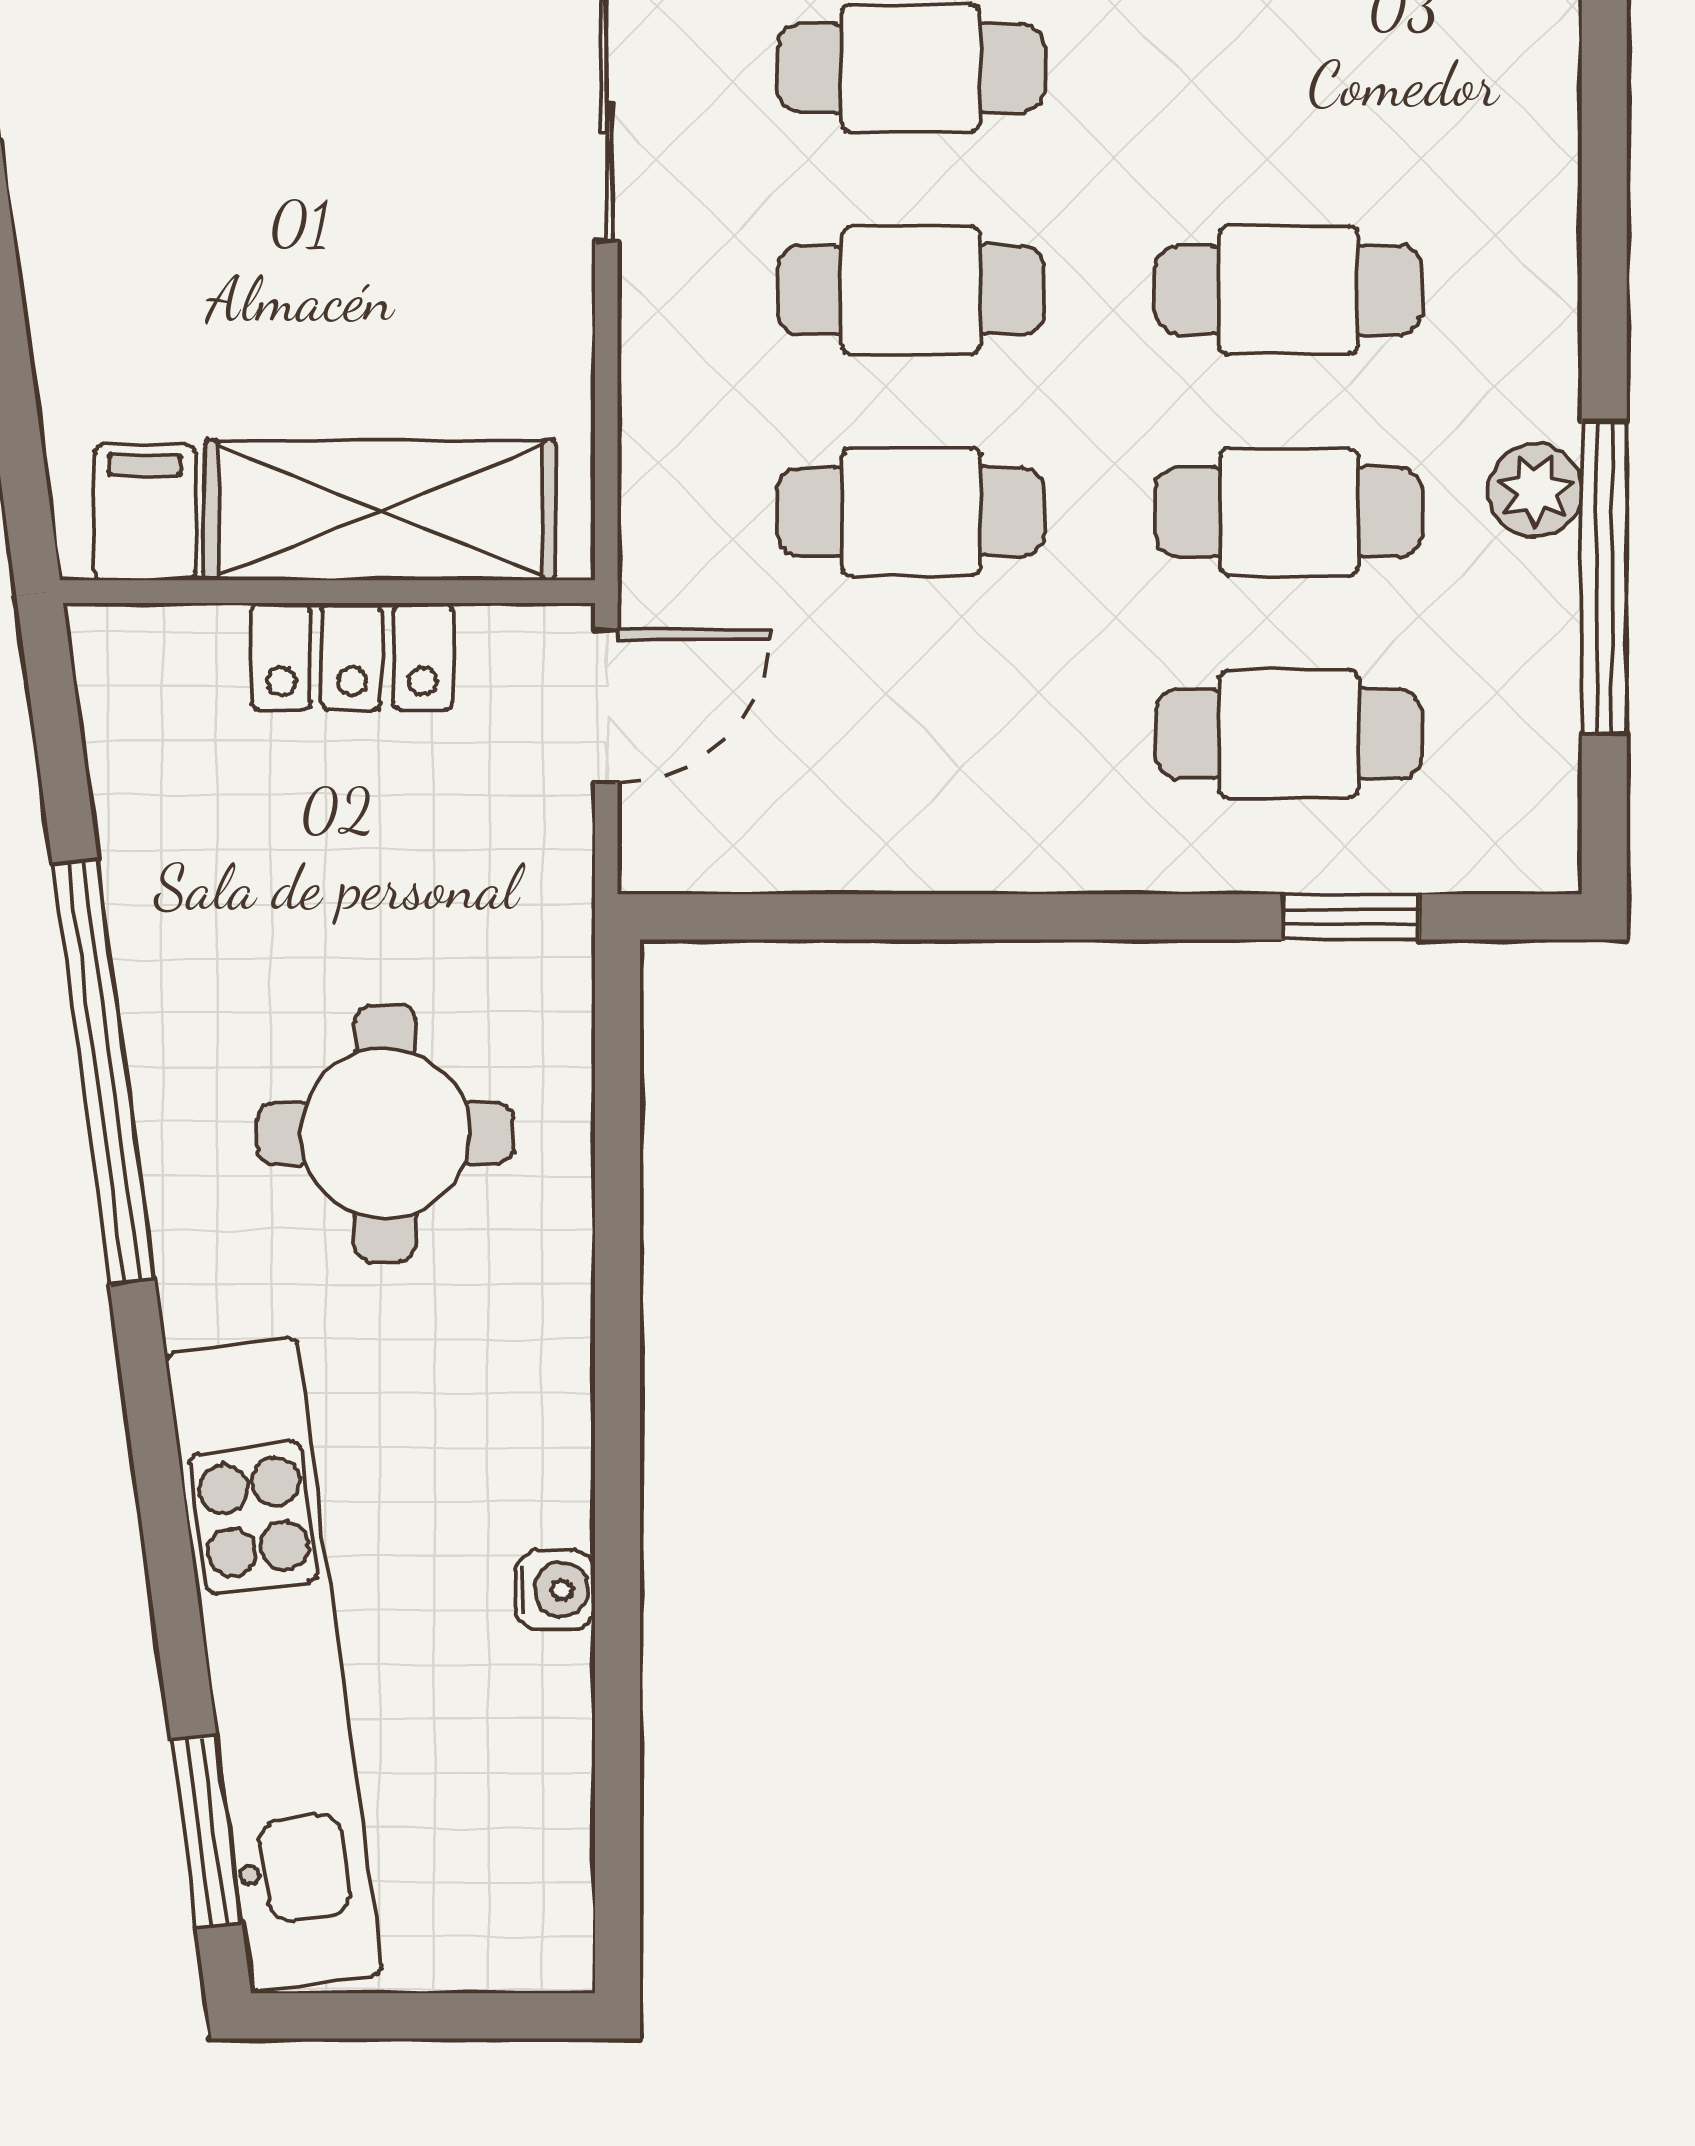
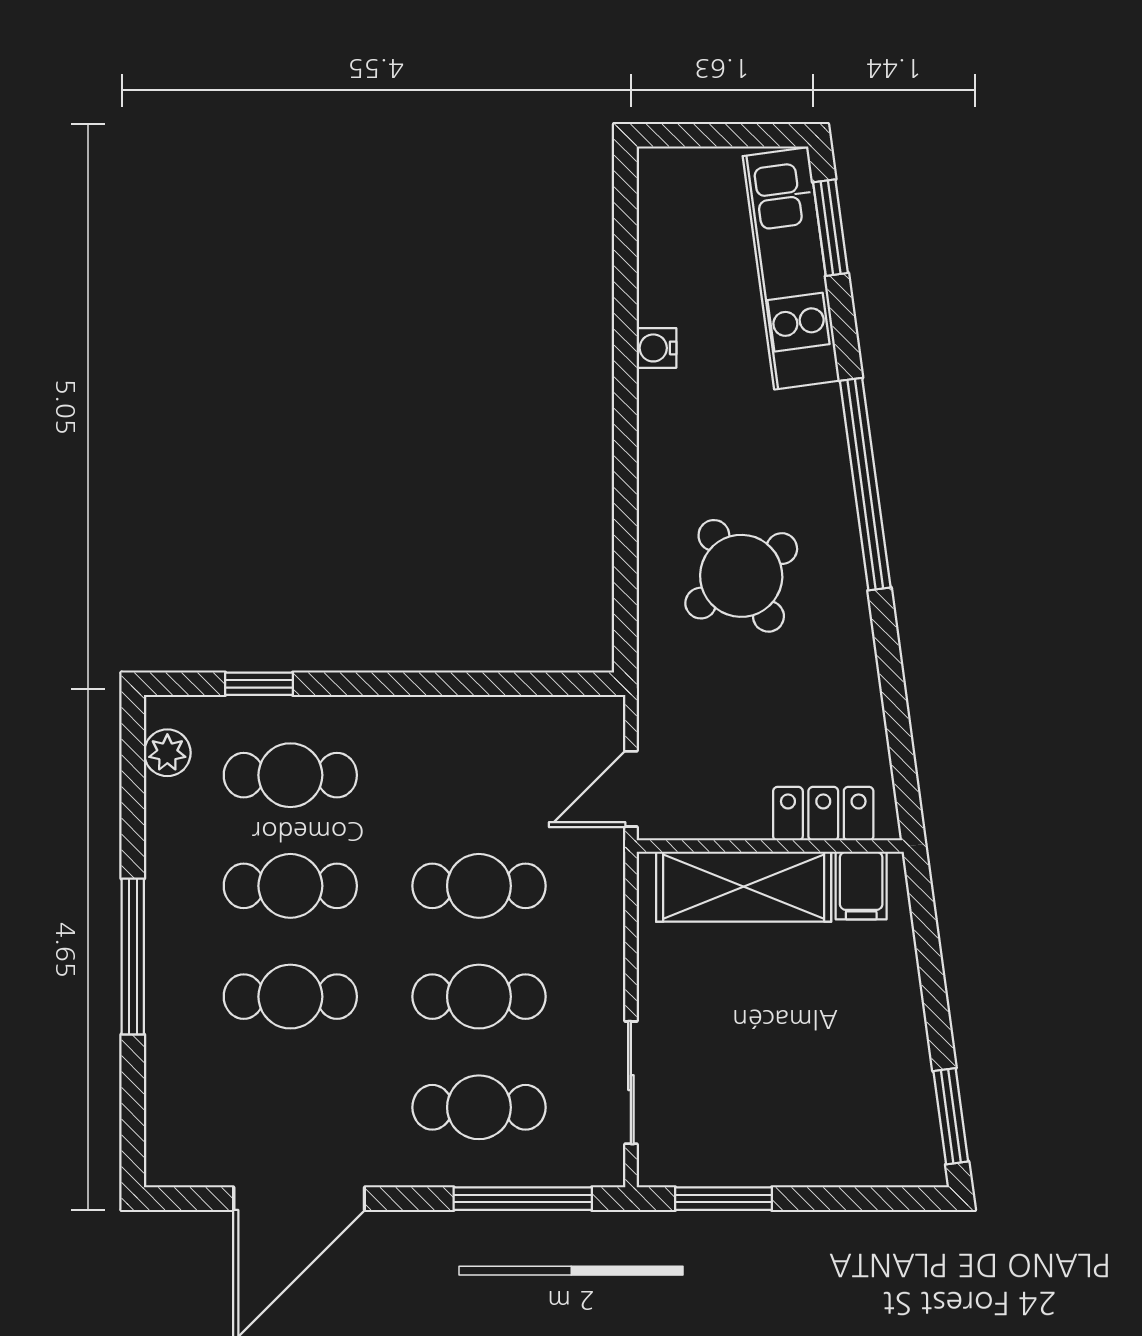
plant: (1535, 490) -> (167, 753), moved
window: (1604, 578) -> (133, 957), moved
locker: (352, 657) -> (823, 814), moved
window: (104, 1072) -> (865, 484), moved
round table: (385, 1133) -> (741, 576), turned -34
kitchen unit: (273, 1664) -> (791, 268), width x0.73

